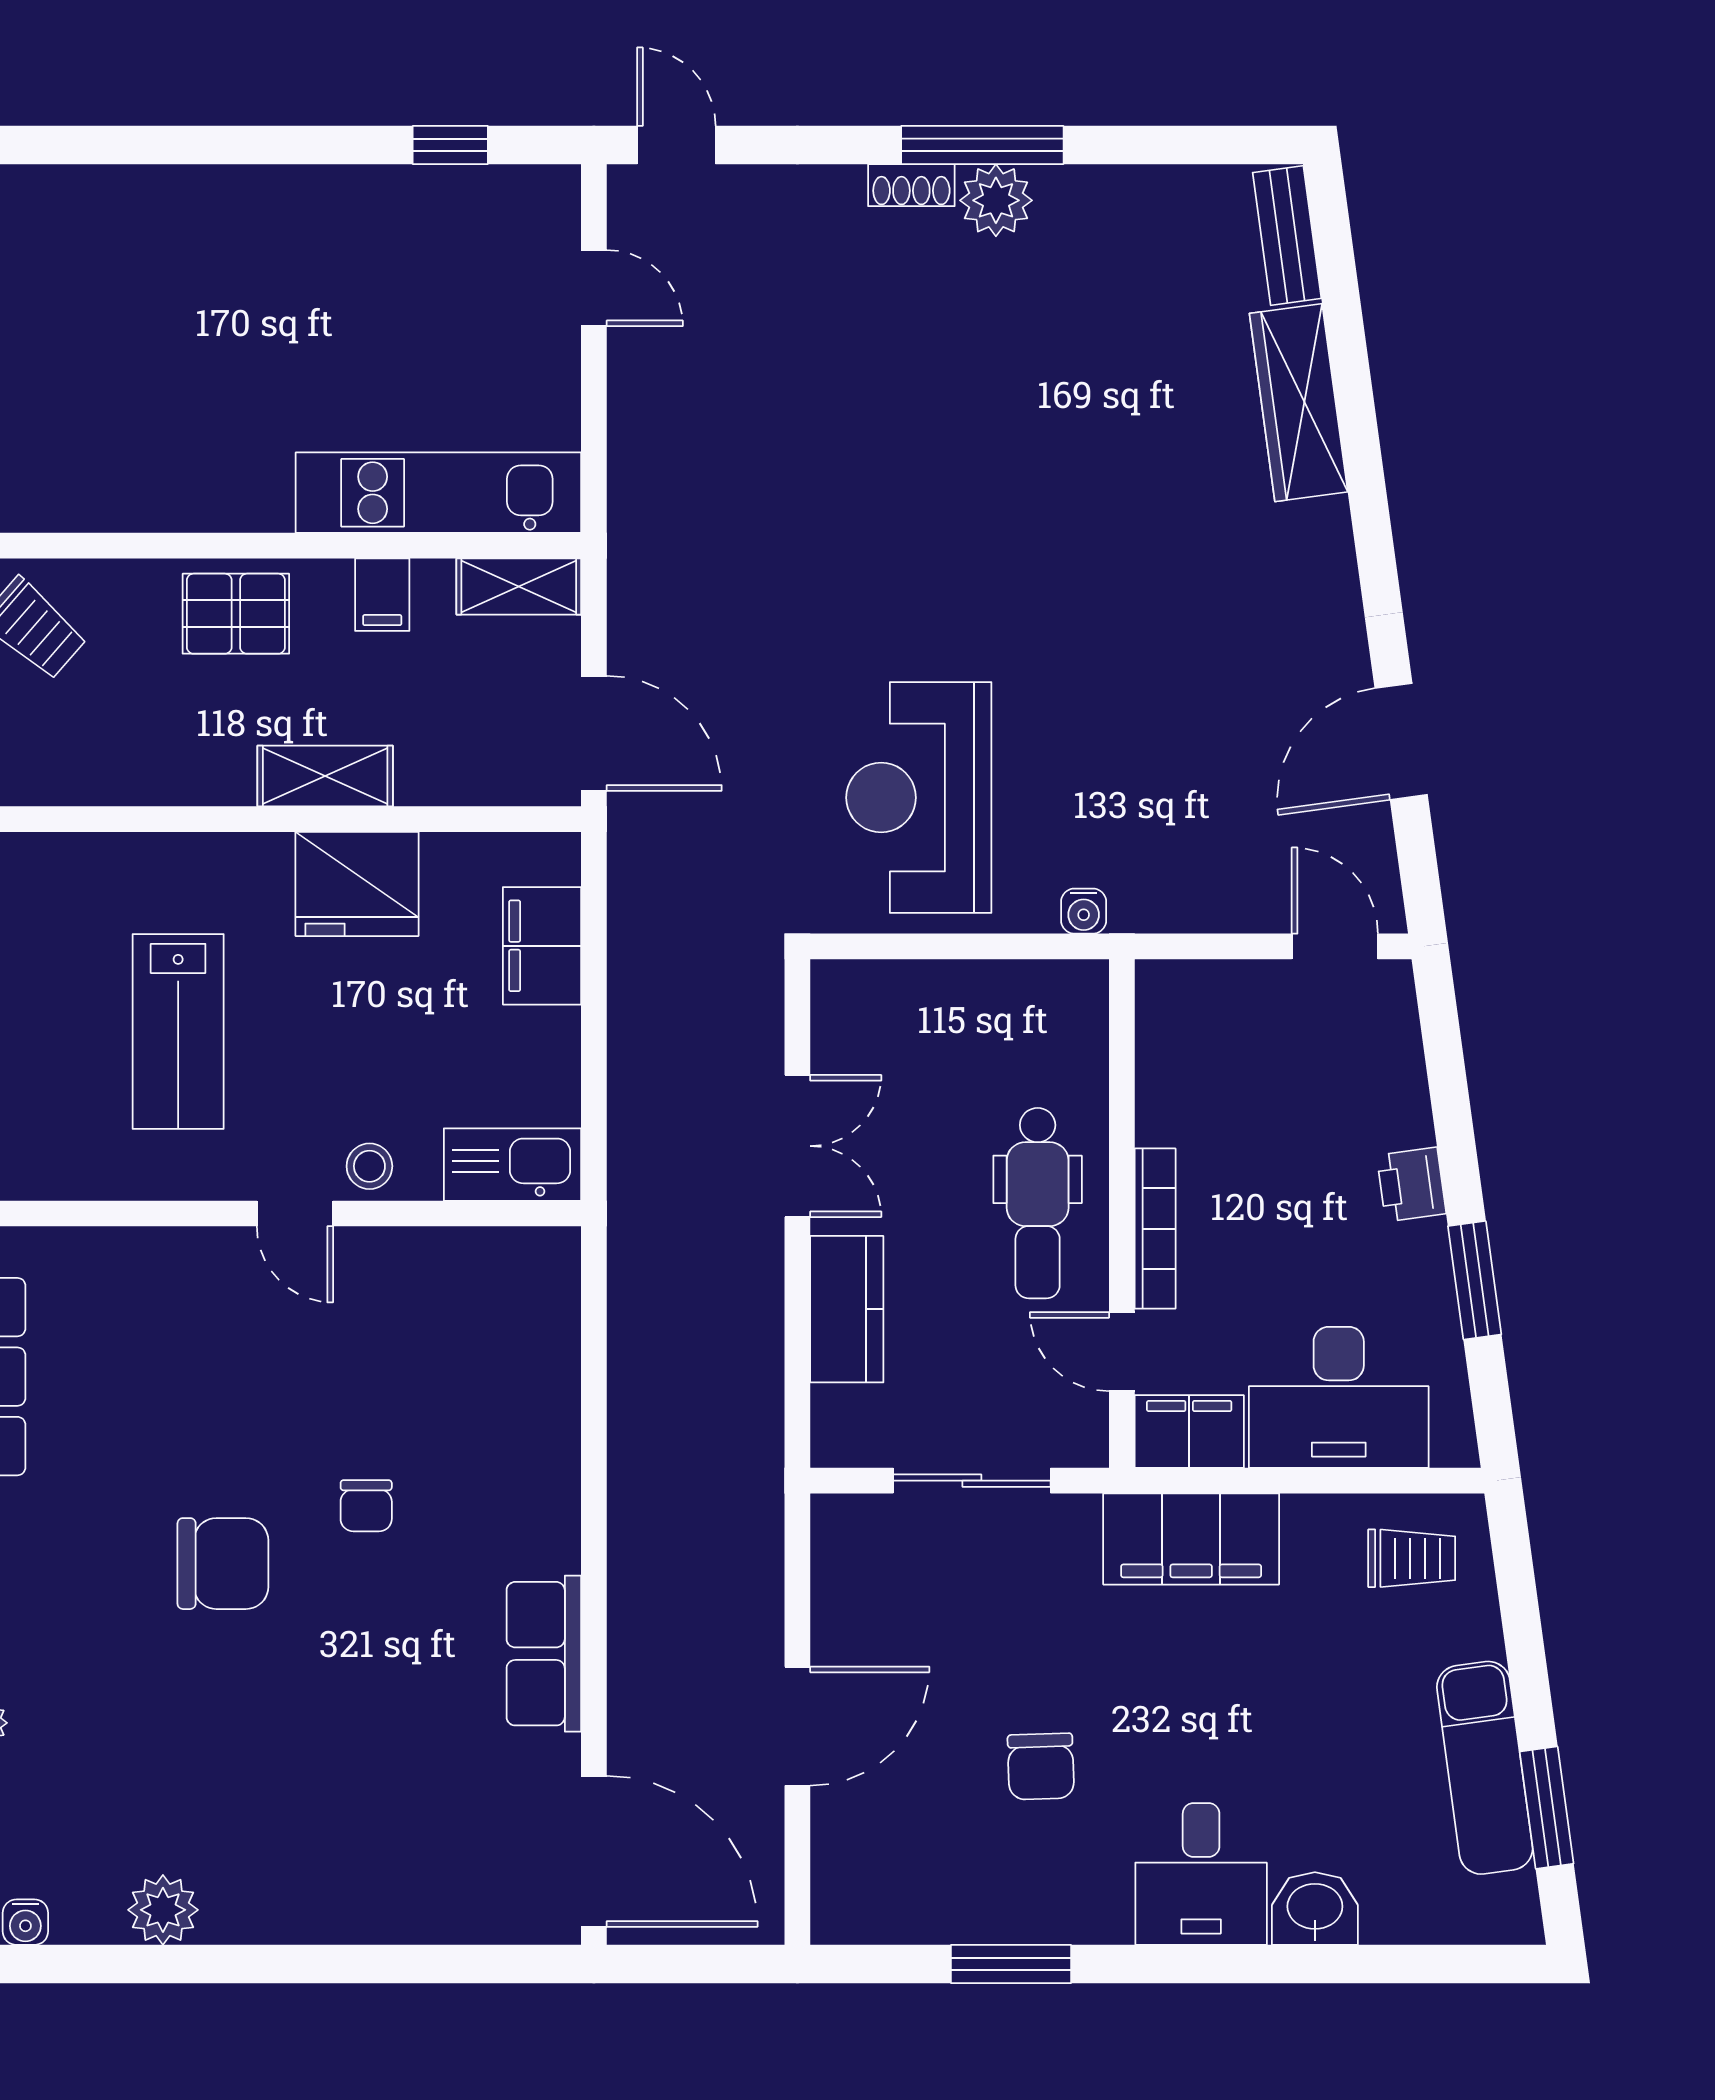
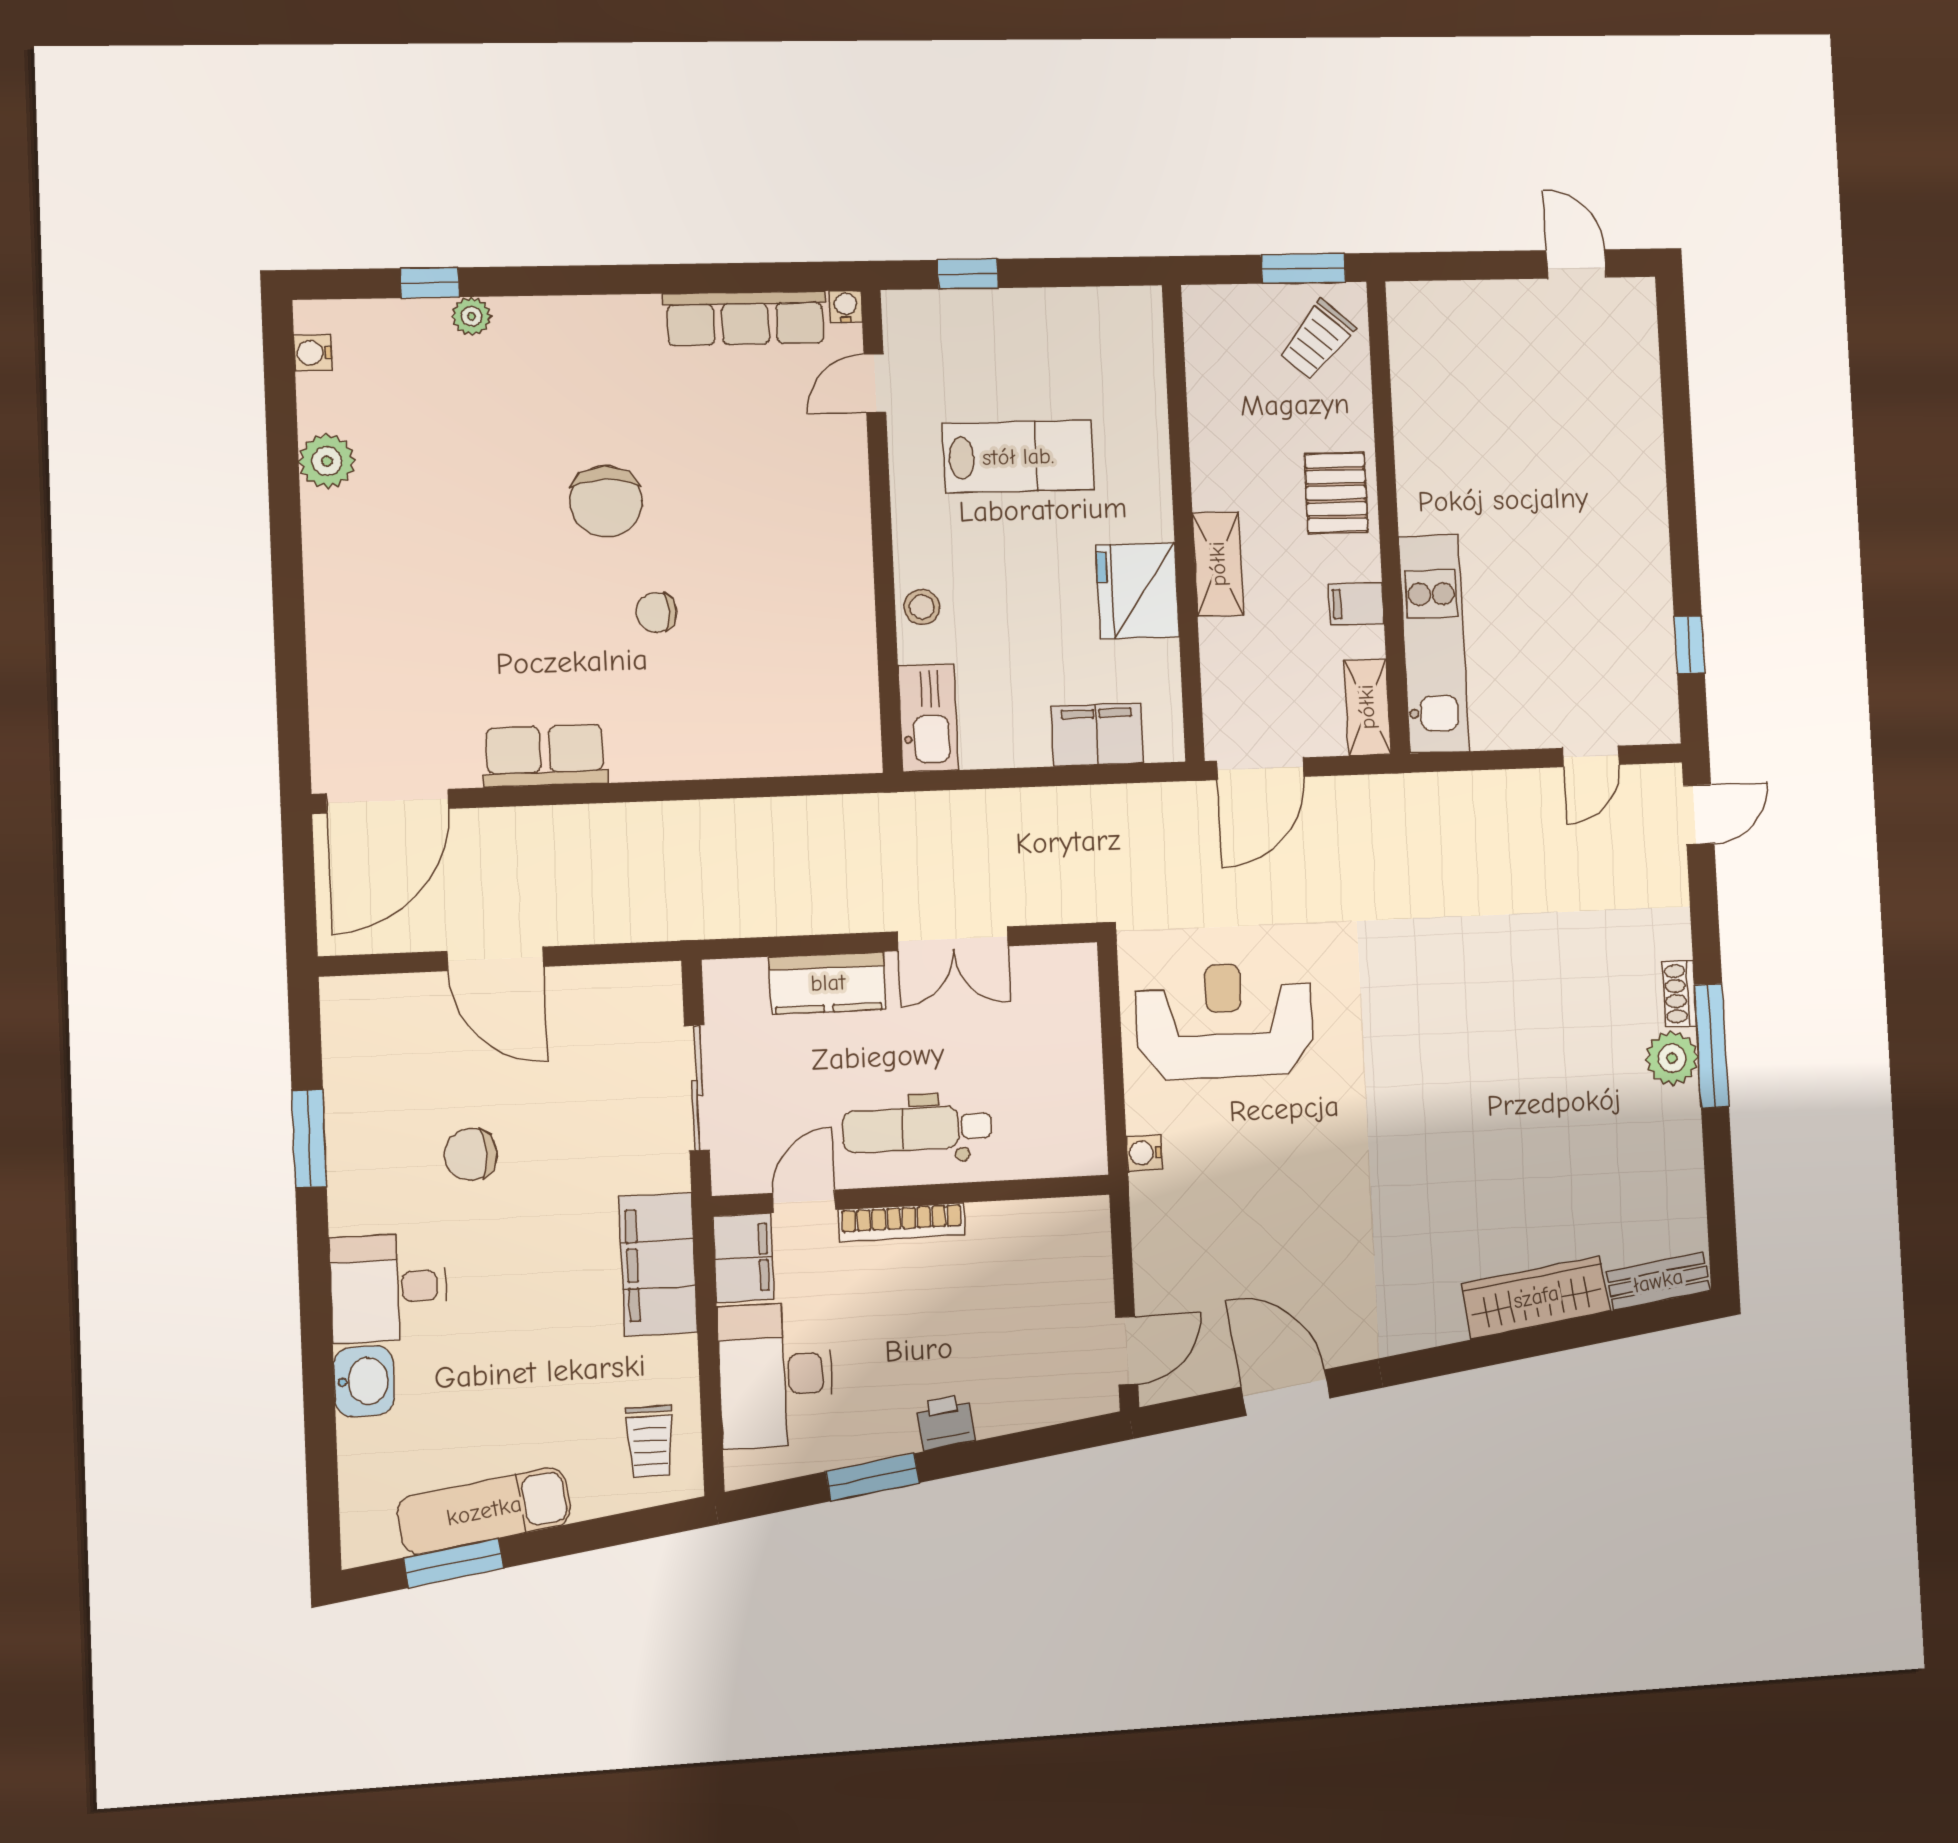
lab bench: (178, 1031) -> (1018, 457), turned 180
door: (295, 1214) -> (875, 383), moved

